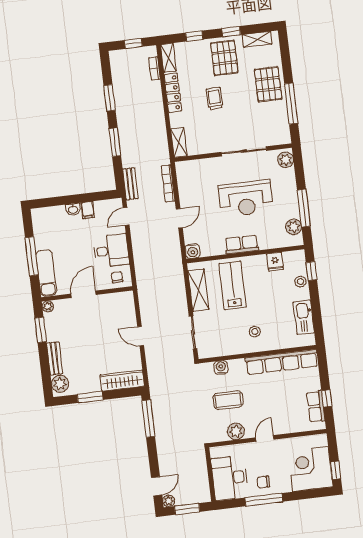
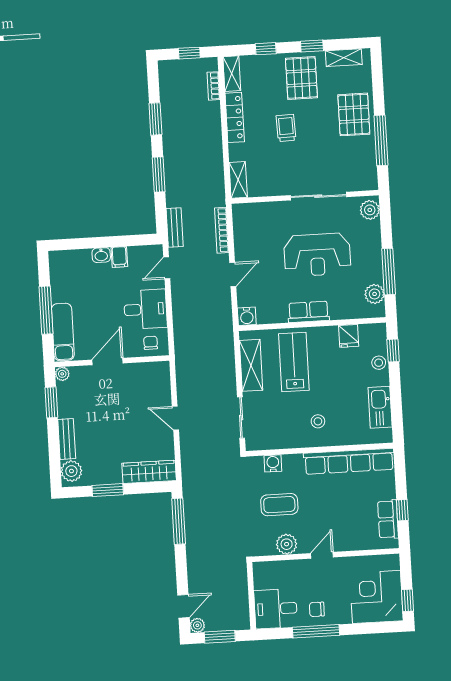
desk: (230, 478) -> (276, 609), width x0.73

